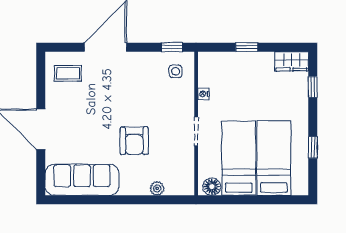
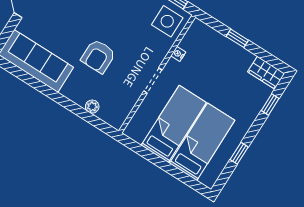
side table: (176, 71) -> (167, 21), width x1.87, depth x1.87
floor lamp: (212, 187) -> (137, 133), removed

